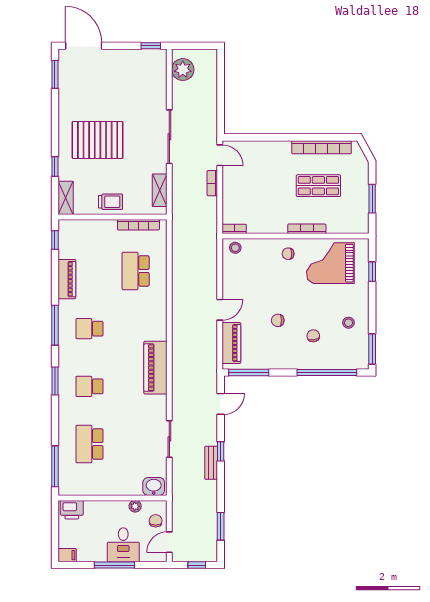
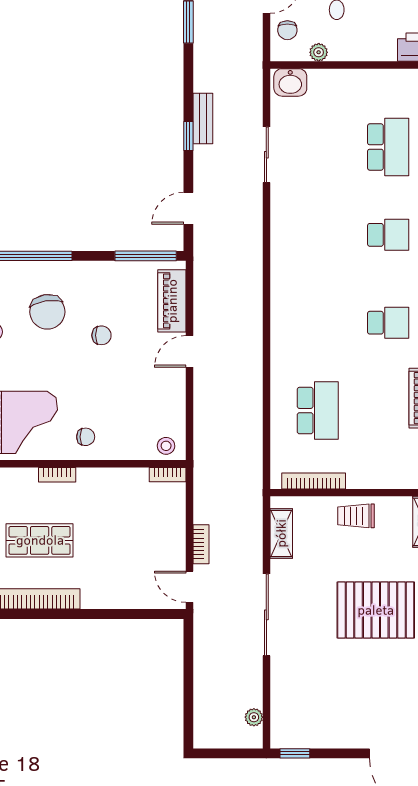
plant: (183, 70) -> (254, 717), width x0.53, depth x0.53
bookcase: (307, 229) -> (57, 475), width x0.64
chair: (313, 336) -> (47, 312), width x1.87, depth x1.87
piano: (155, 368) -> (288, 263), removed

